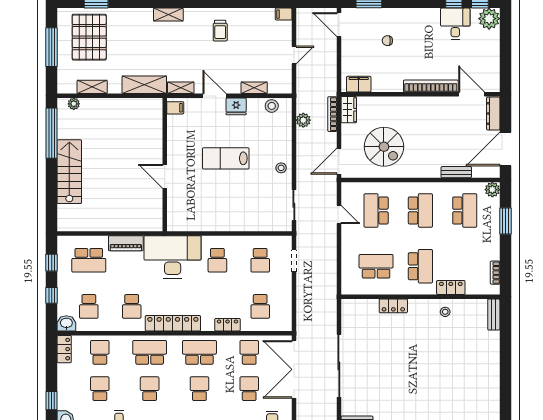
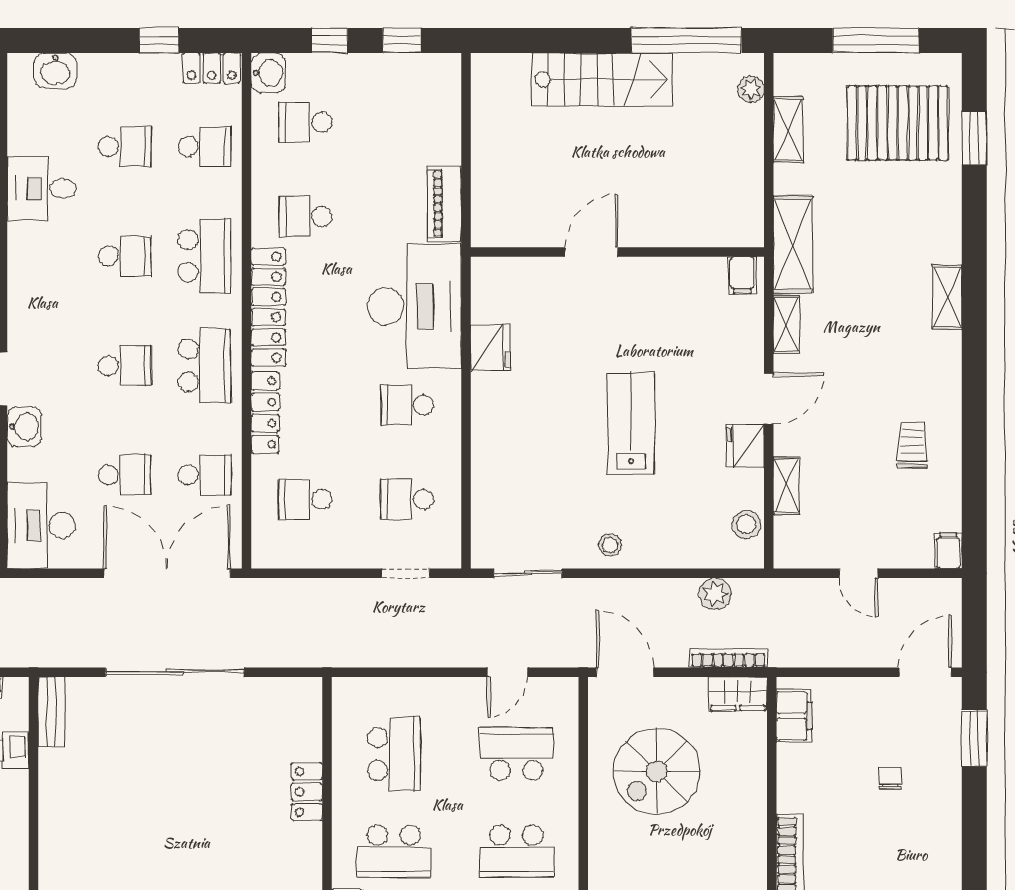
trolley: (220, 31) -> (912, 445), moved, turned 90
filing cabinet: (175, 108) -> (742, 275), moved
wall: (165, 165) -> (617, 252), moved
door: (165, 176) -> (591, 252), moved
fridge: (191, 222) -> (490, 347), added
school desk: (89, 260) -> (407, 122), removed
locker: (228, 325) -> (265, 413), width x1.53
window: (52, 401) -> (159, 40), moved

